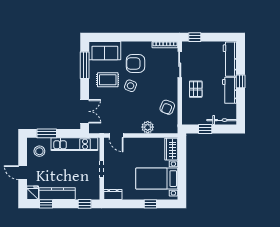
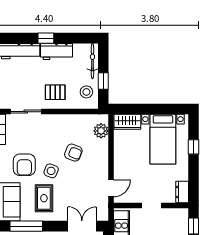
armchair: (167, 107) -> (73, 153), moved
stool: (196, 115) -> (86, 92), added
plant: (148, 127) -> (101, 131), moved

